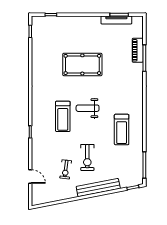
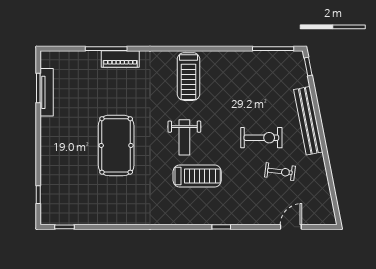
piano: (138, 50) -> (120, 59), moved
treadmill: (122, 130) -> (189, 77), moved, turned 90

